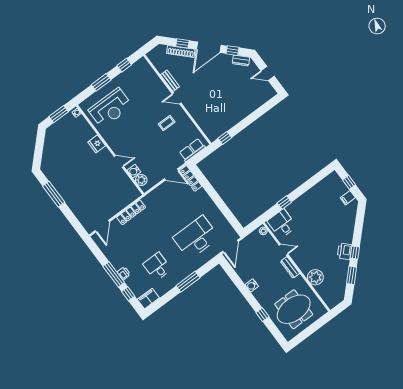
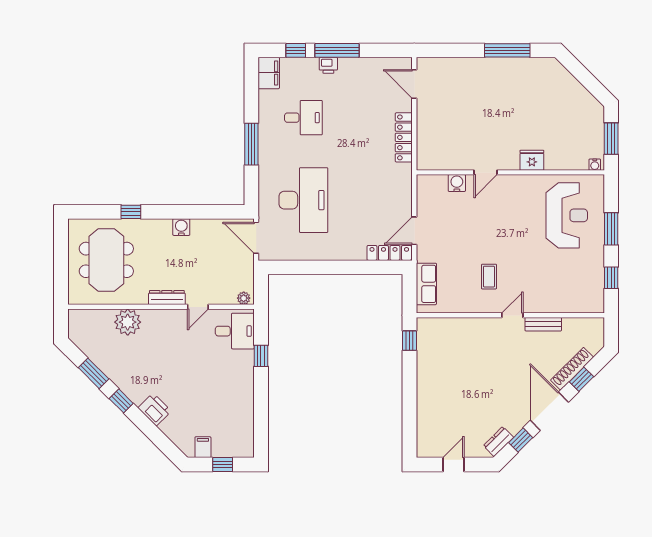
reception desk: (110, 108) -> (567, 215), turned 180
plant: (141, 180) -> (437, 184), removed
printer: (345, 251) -> (155, 409), moved

